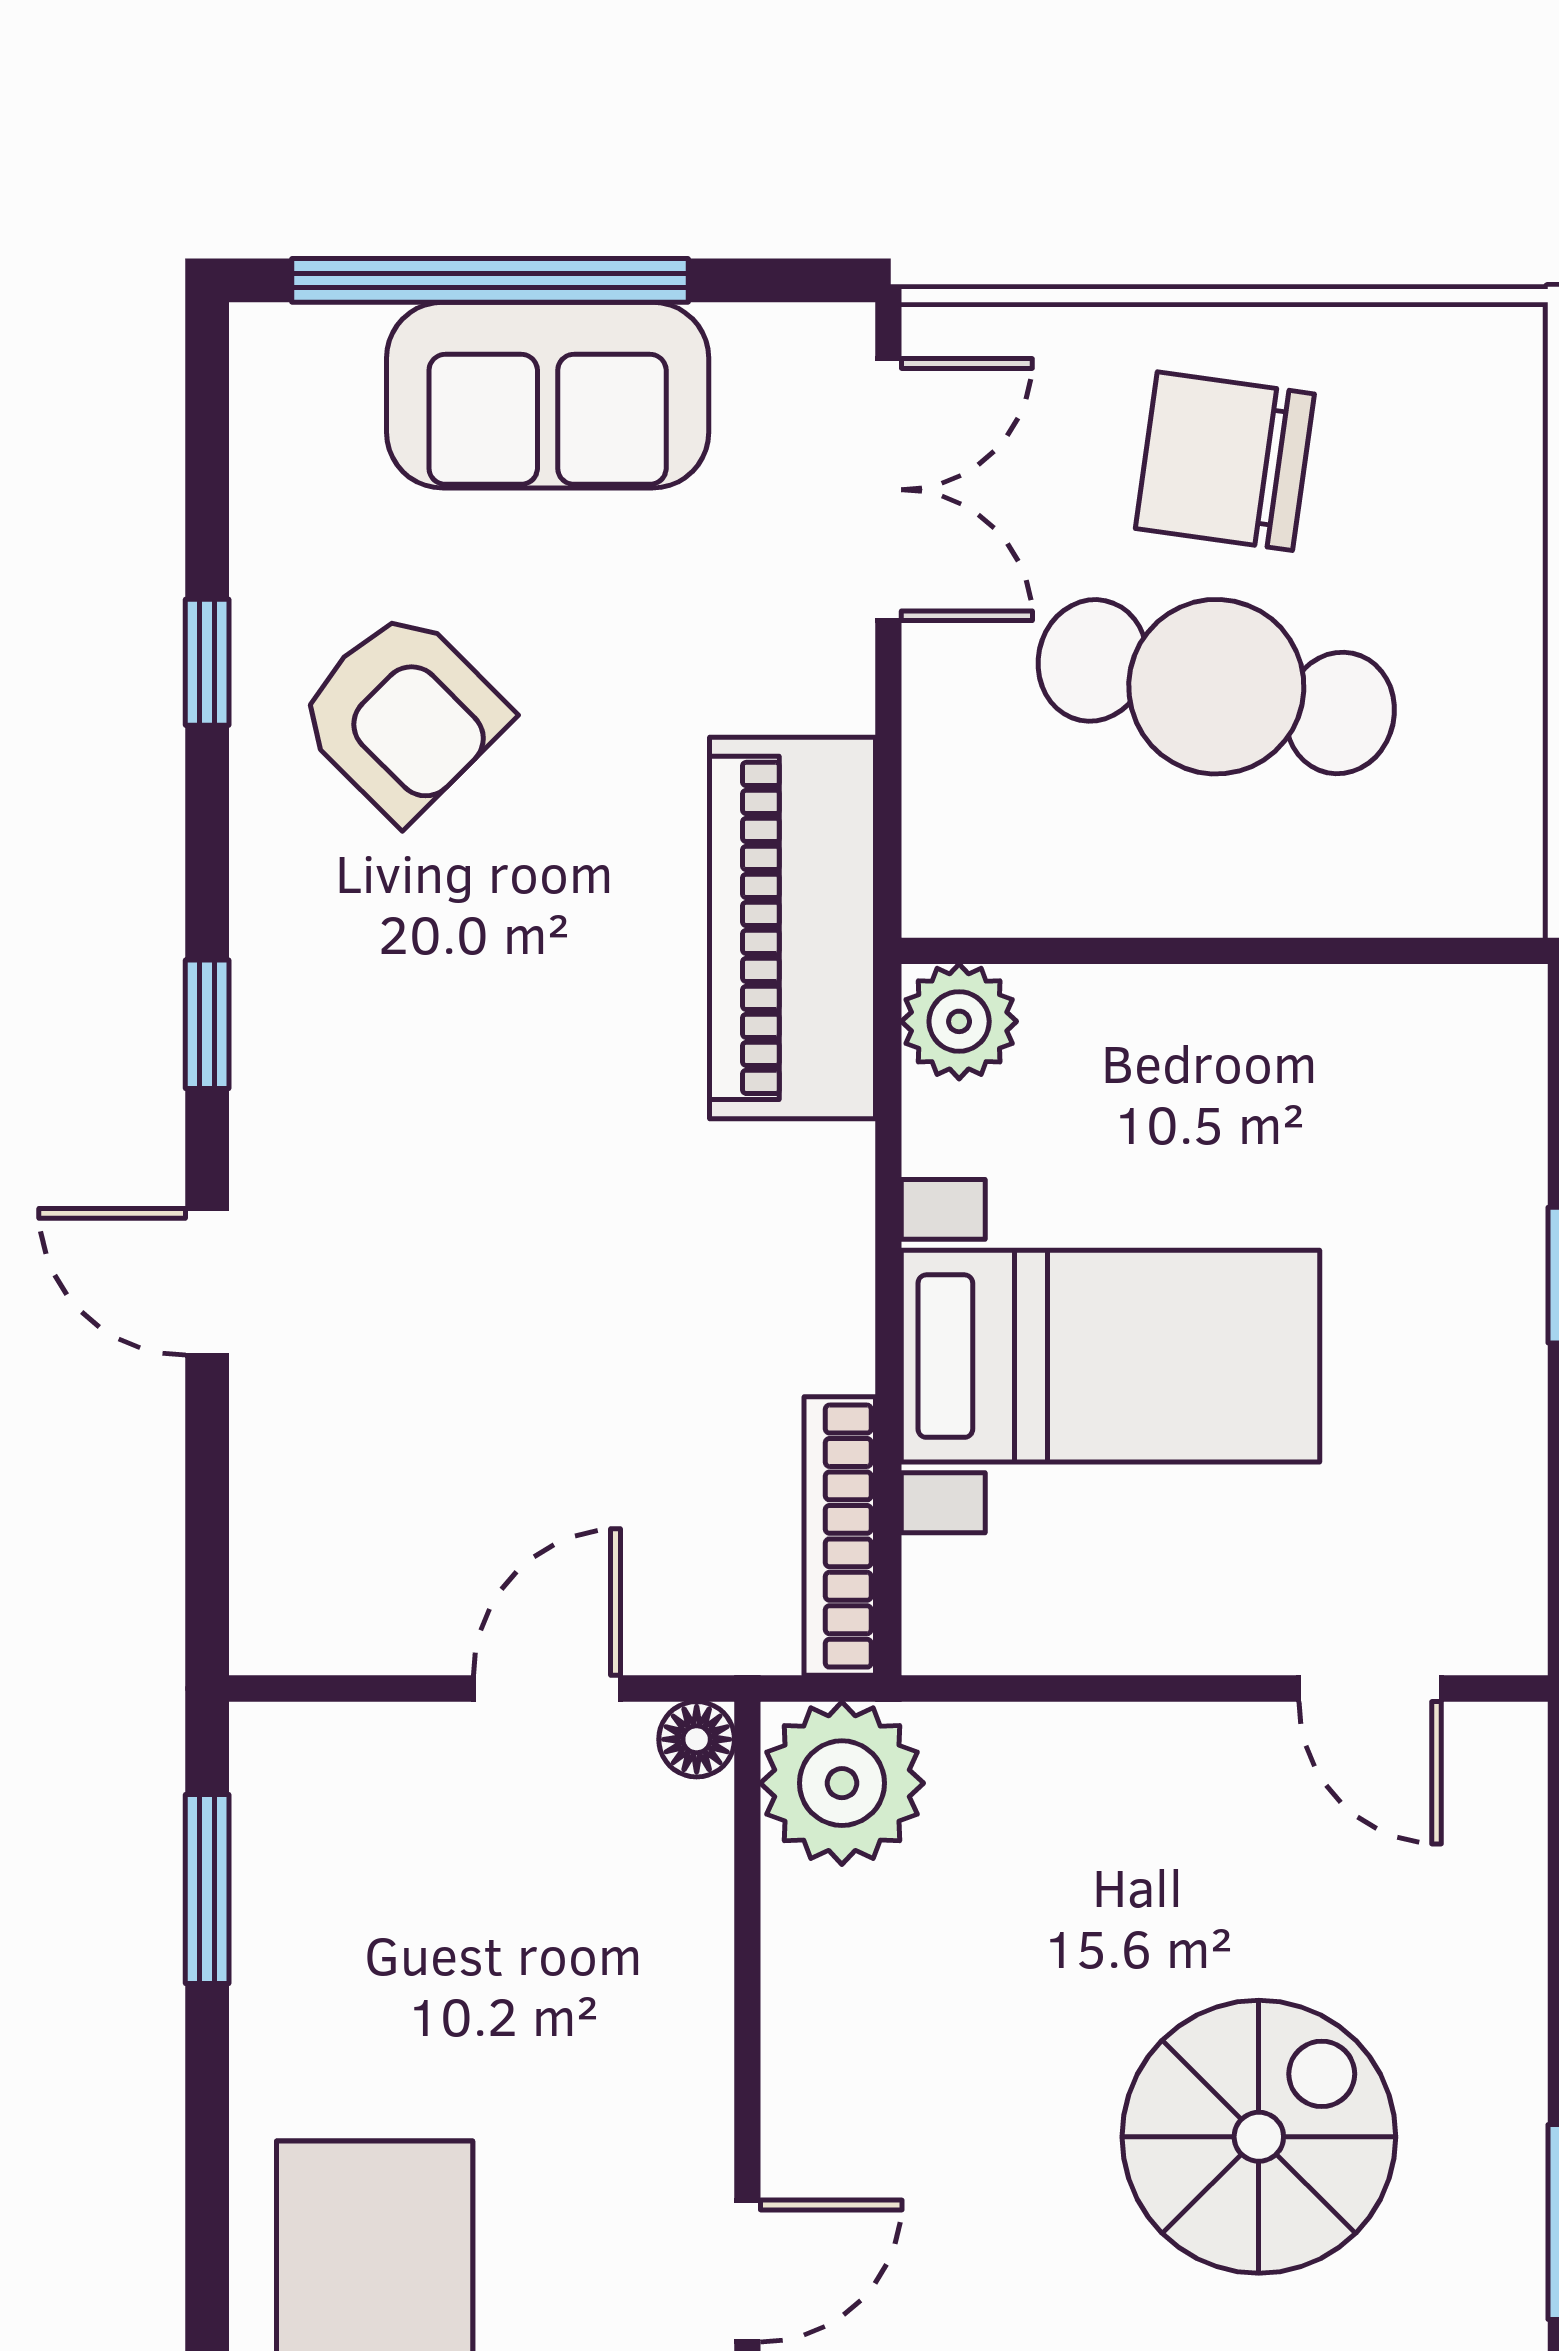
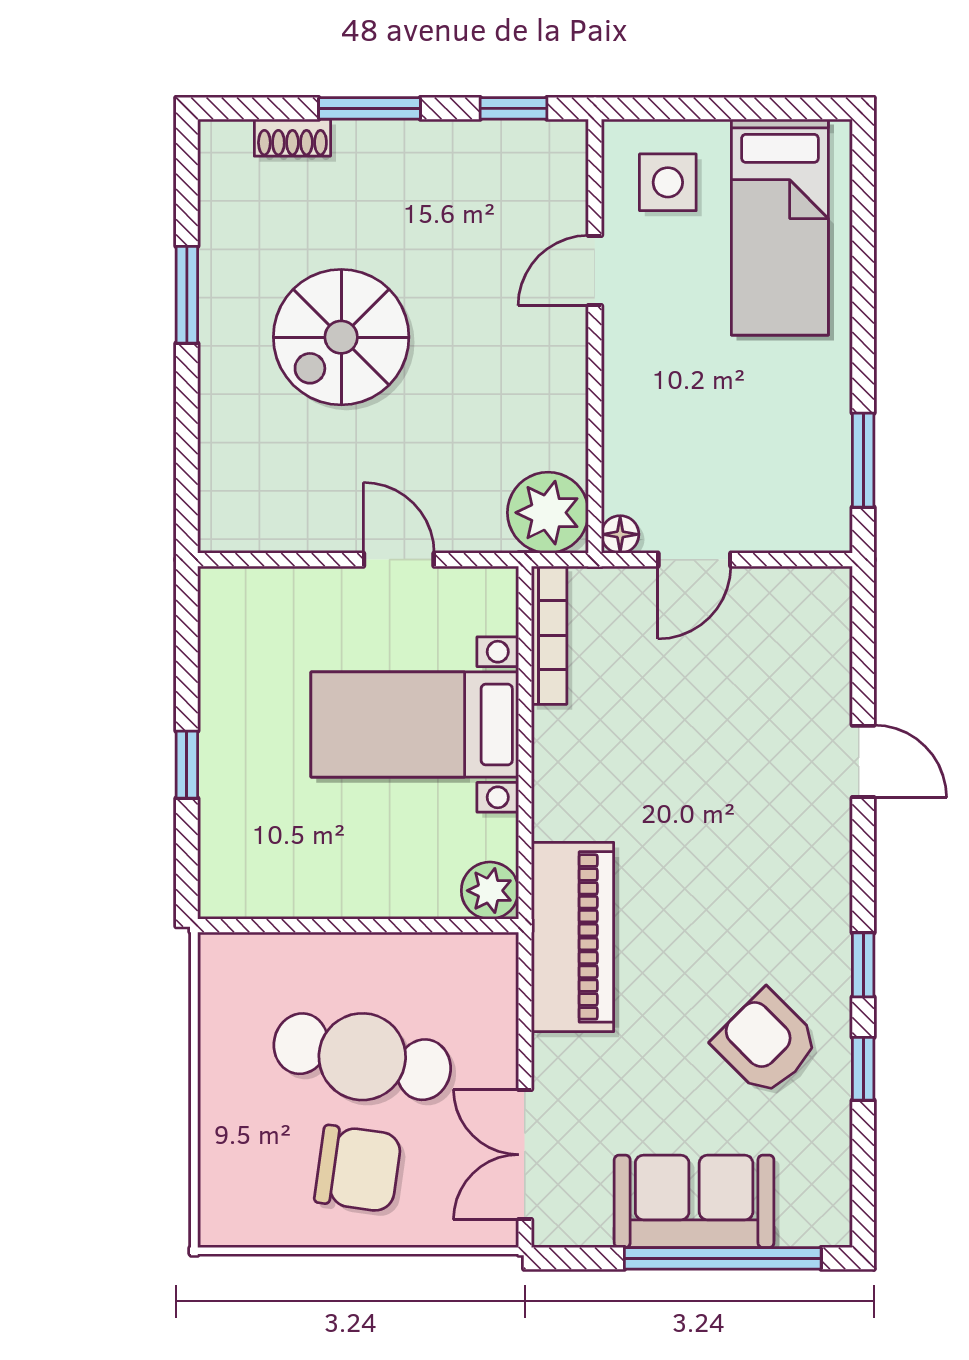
window: (207, 1024) -> (863, 965), moved
door: (1370, 1689) -> (399, 560), moved

